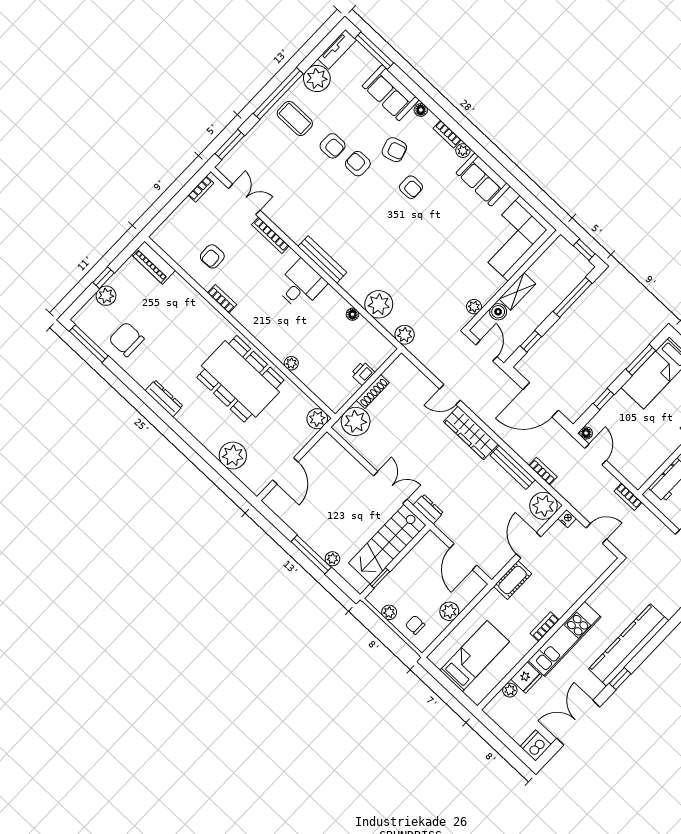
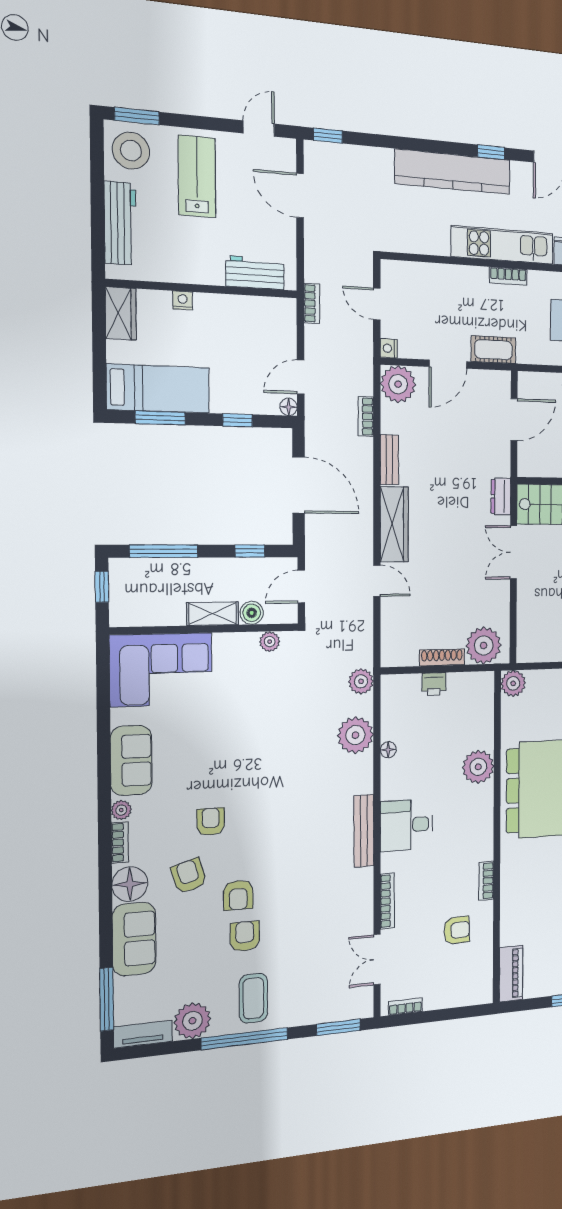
floor lamp: (421, 110) -> (130, 884), width x1.89, depth x1.89
plant: (291, 363) -> (478, 767), width x1.88, depth x1.88
bench: (513, 467) -> (389, 460), width x0.73

